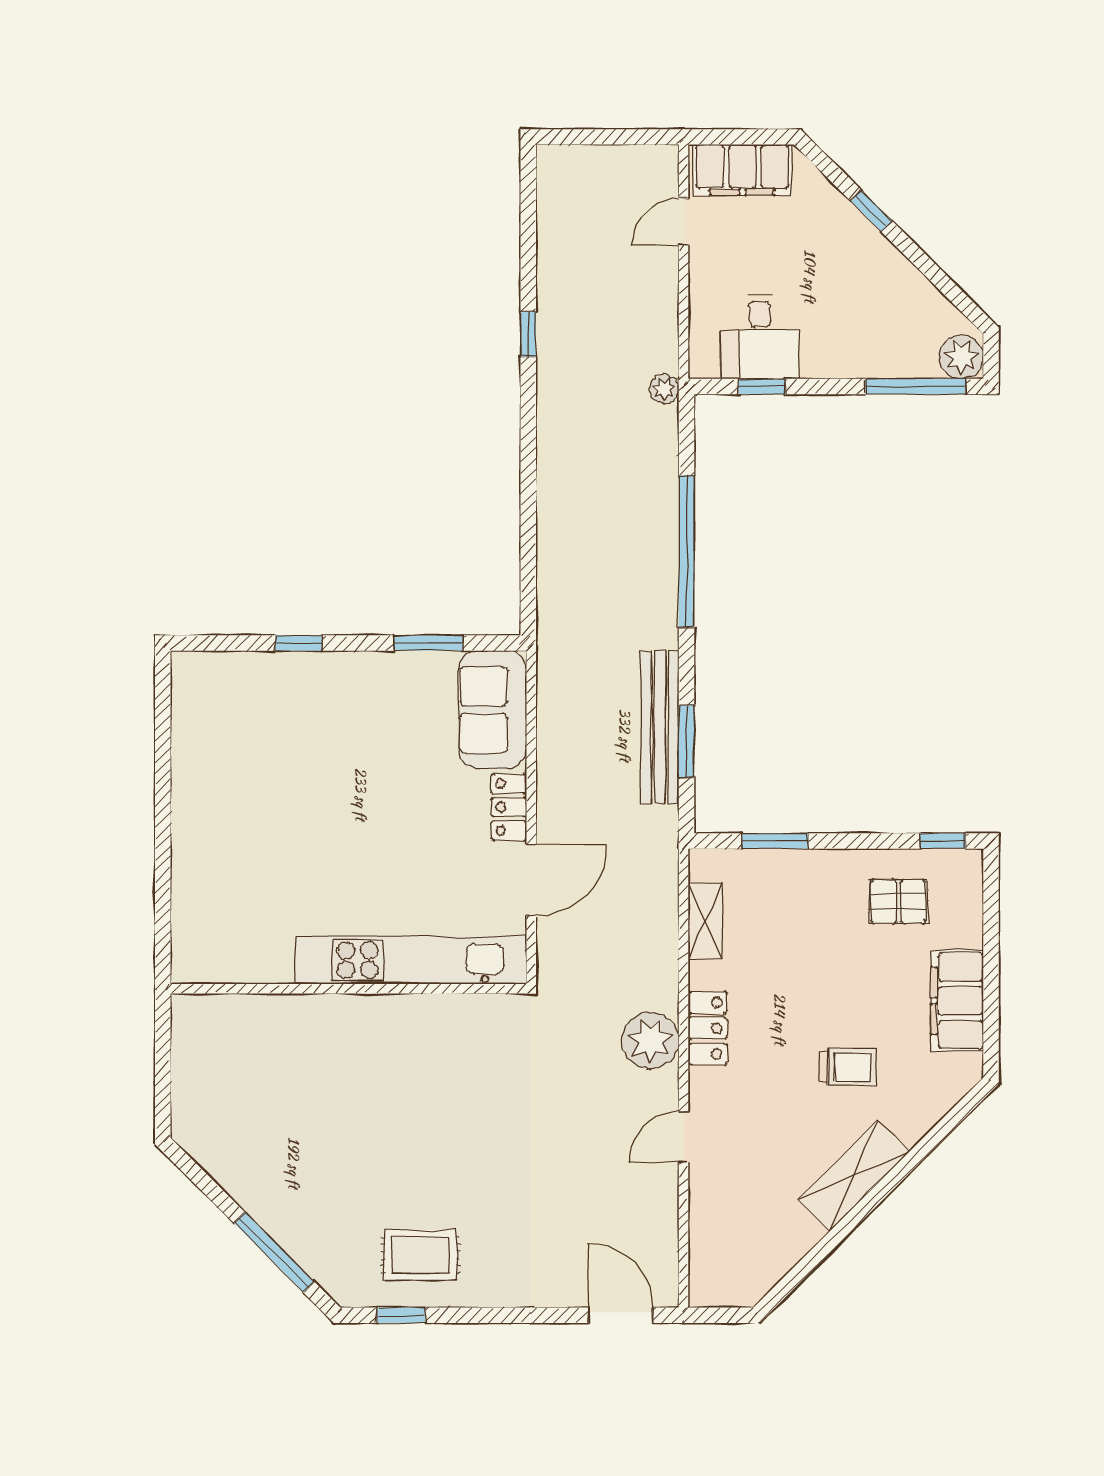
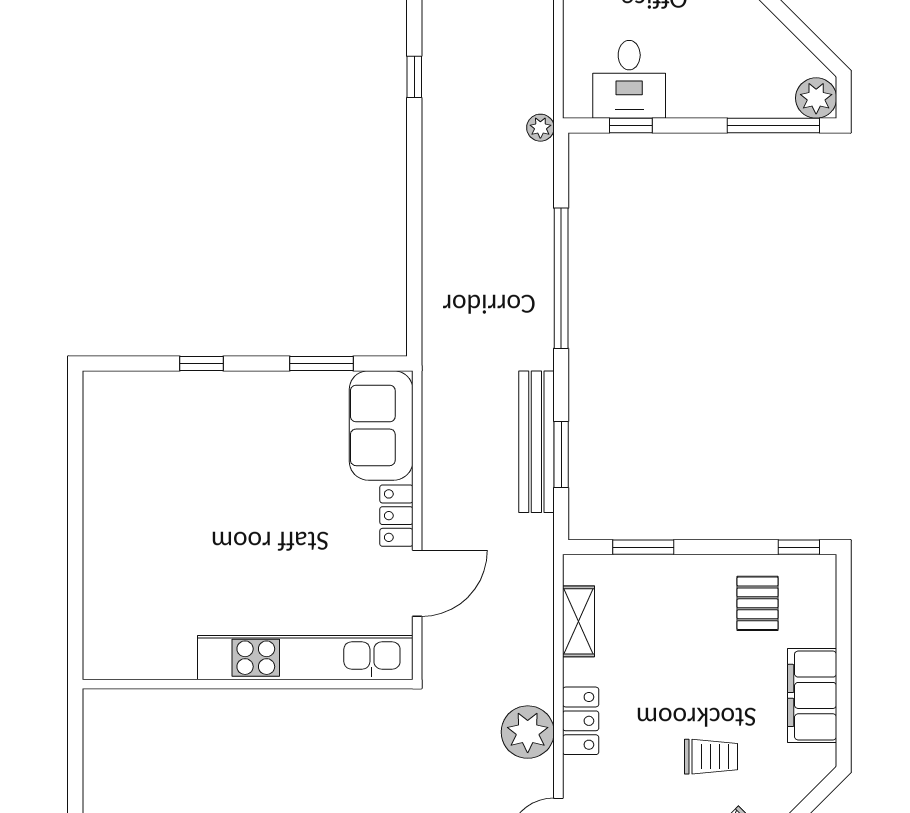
pallet: (898, 902) -> (758, 603), turned 90

